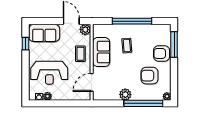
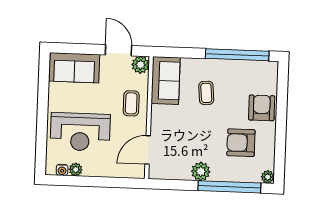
window: (132, 21) -> (237, 55), moved
window: (26, 44) -> (44, 84), removed
window: (174, 45) -> (282, 94), removed
sofa: (101, 52) -> (166, 81), moved
armchair: (162, 53) -> (262, 108), turned 90

